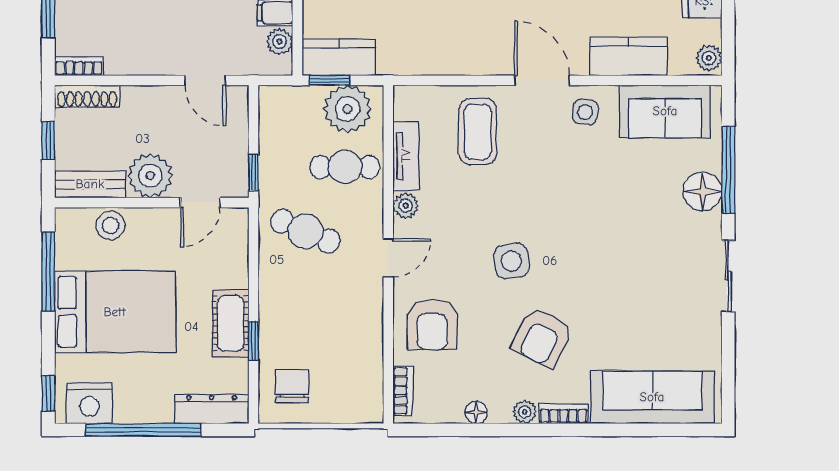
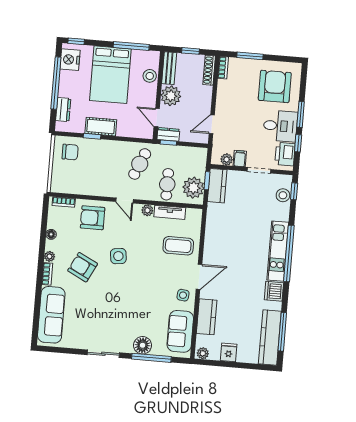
dresser: (235, 174) -> (168, 134), added
dresser: (212, 409) -> (63, 110), width x0.70

